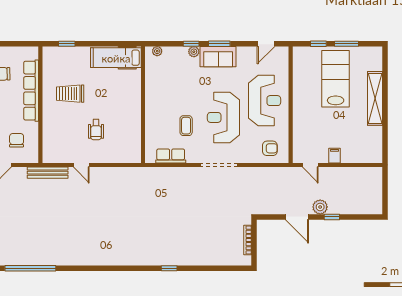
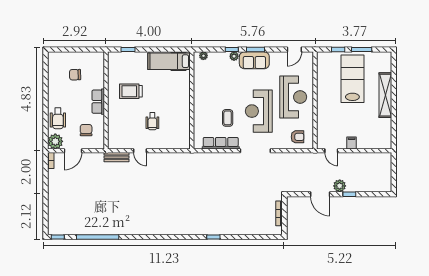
row of seats: (31, 91) -> (98, 102), width x0.50
row of seats: (171, 156) -> (221, 143), width x1.48
bench: (48, 173) -> (116, 157), width x0.73

